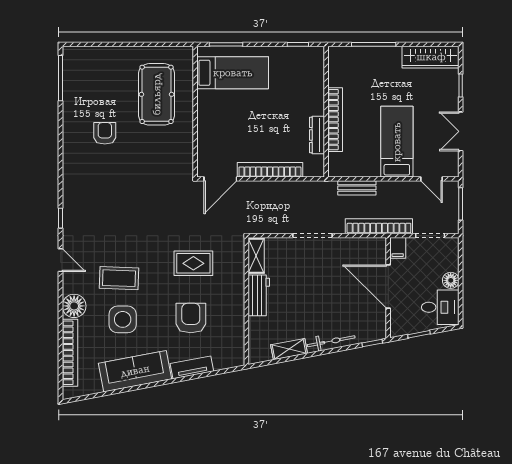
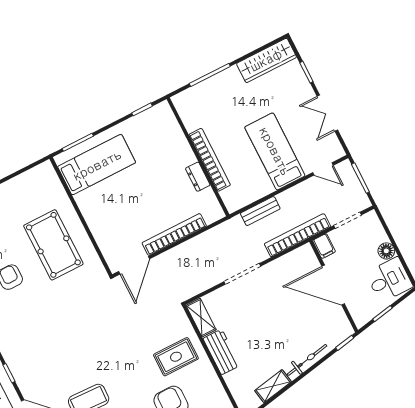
pool table: (157, 94) -> (53, 245), moved
dresser: (317, 135) -> (198, 177), width x0.70
rug: (193, 263) -> (176, 357), moved

